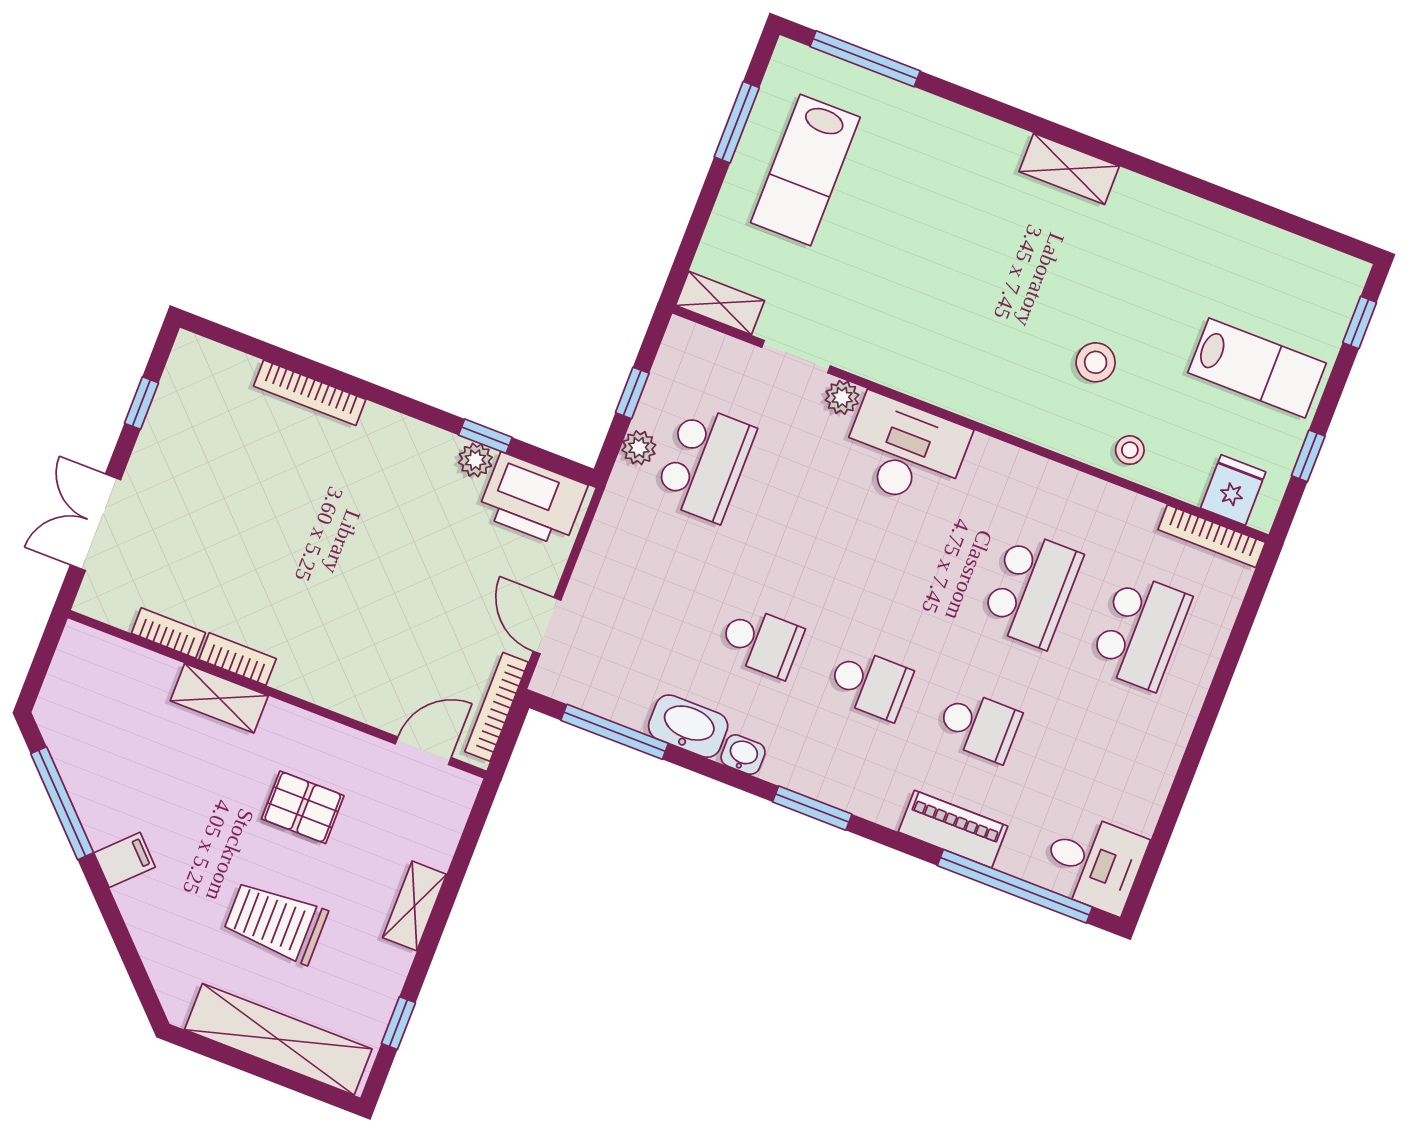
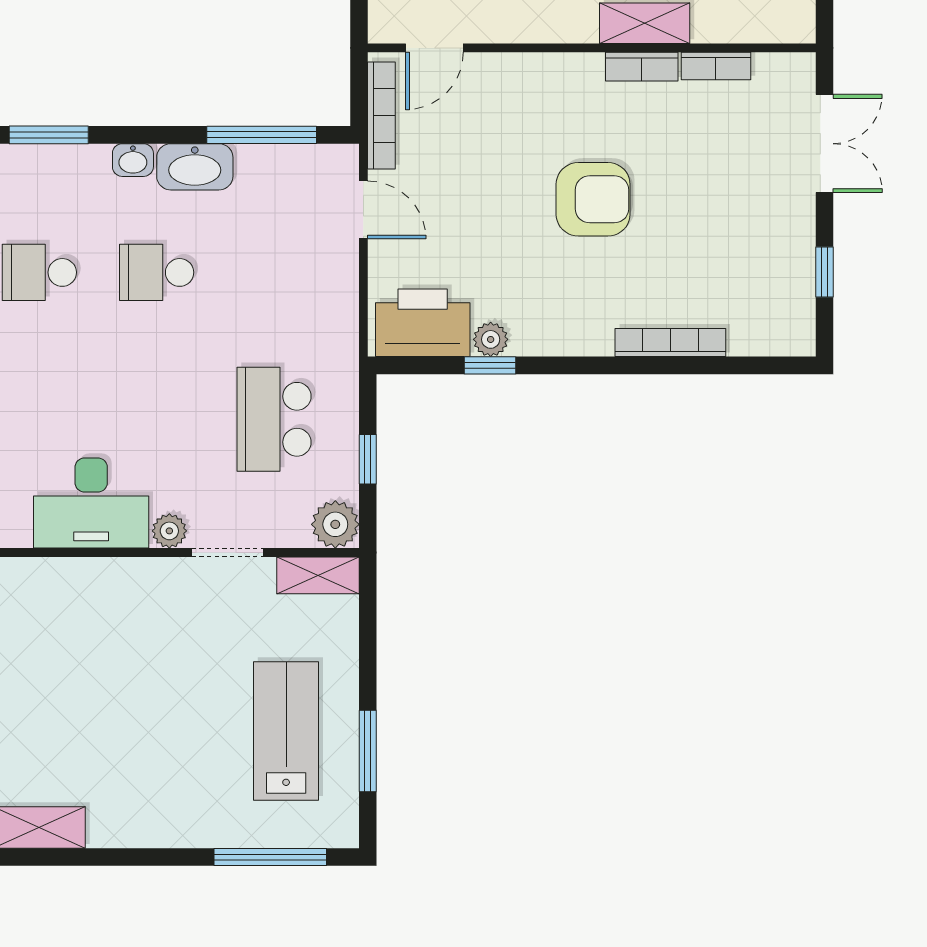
plant: (639, 448) -> (335, 524), moved, width x1.38, depth x1.38
armchair: (330, 553) -> (593, 199), added

